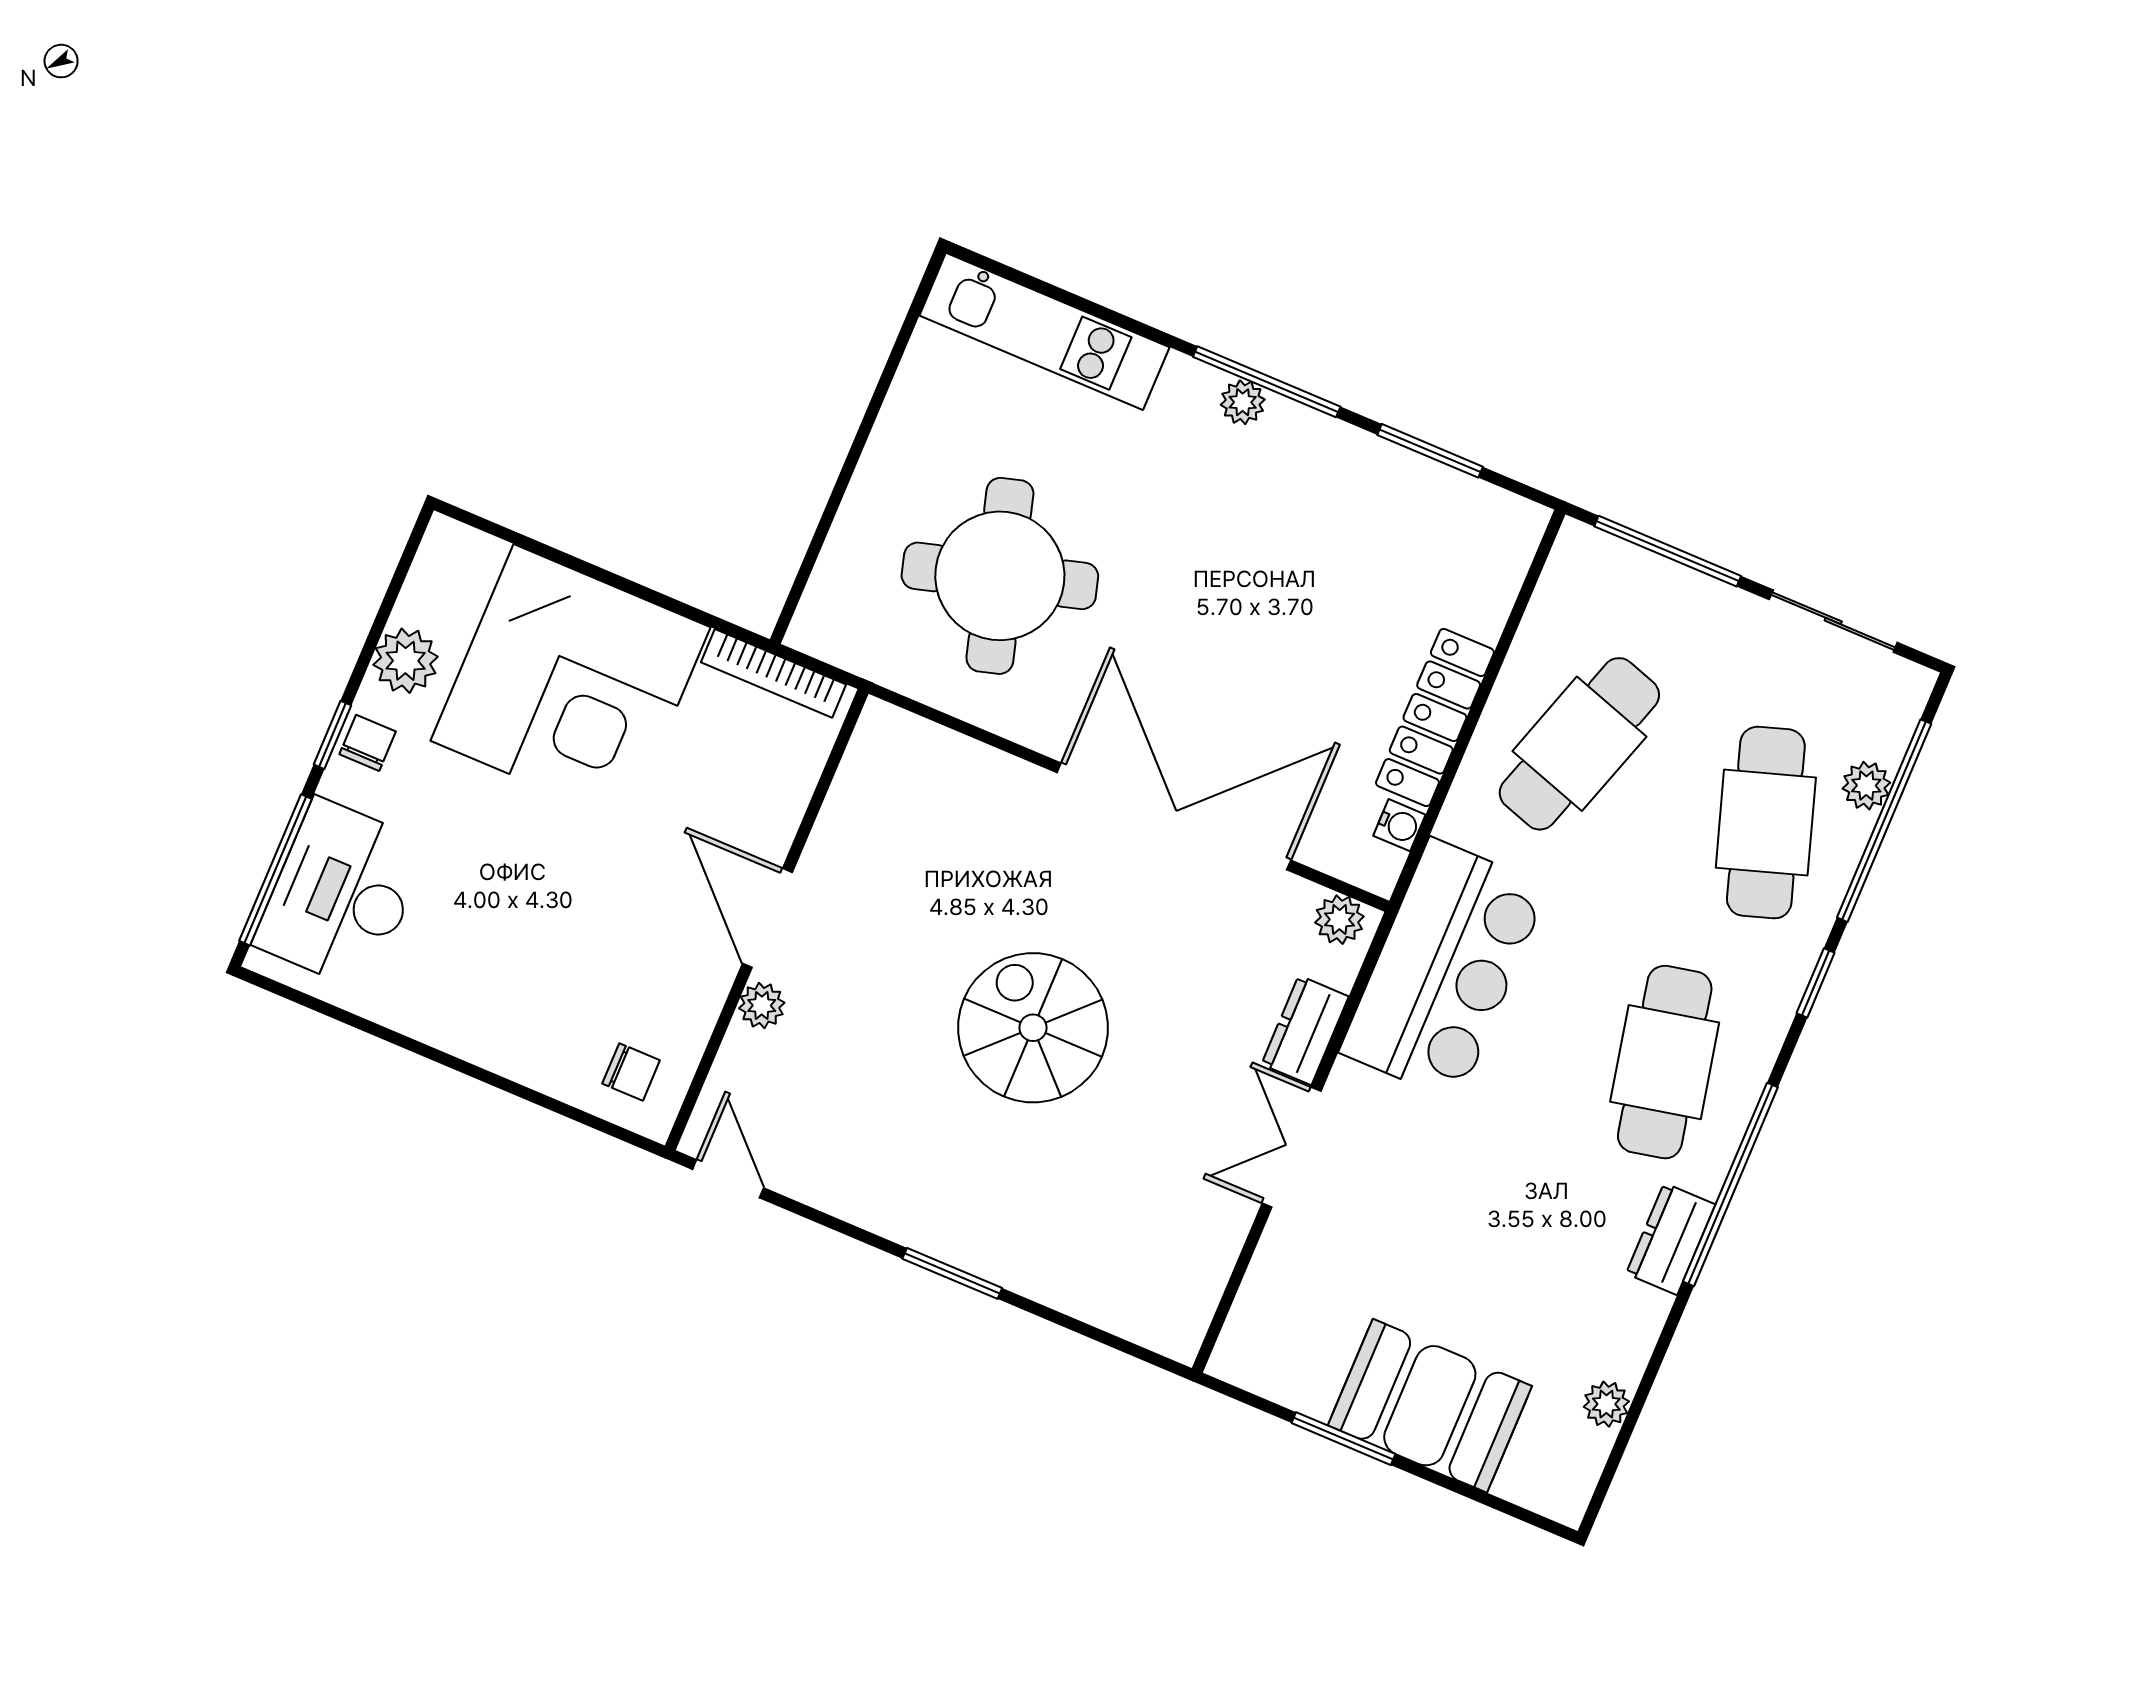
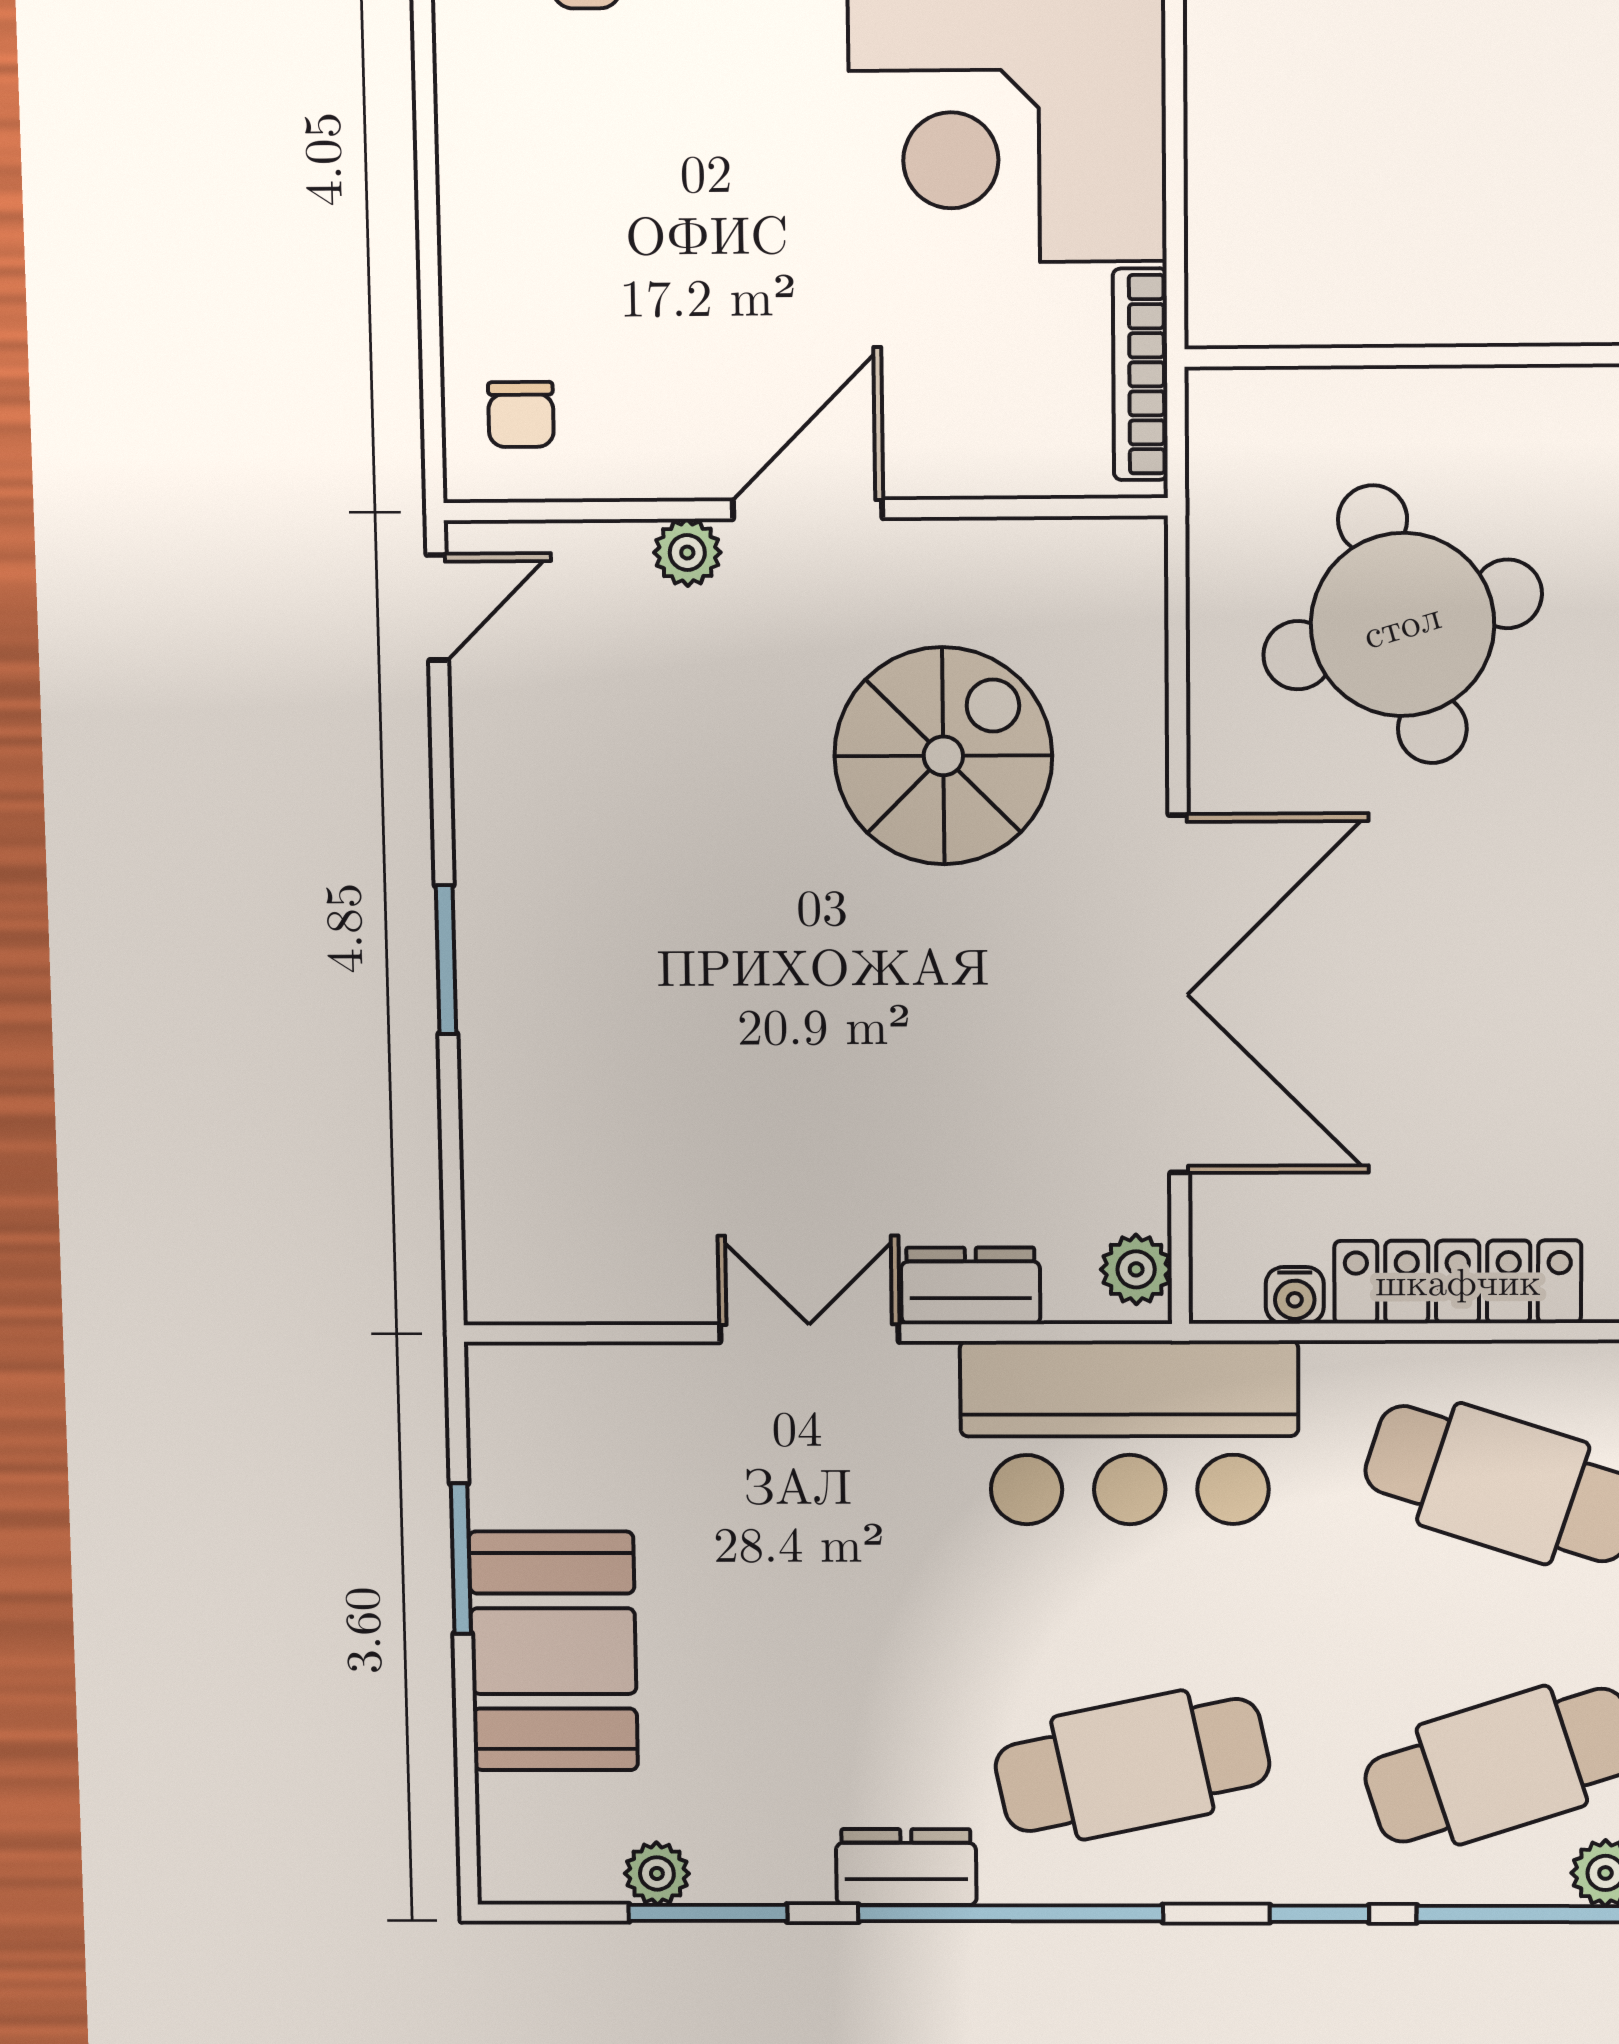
spiral stairs: (1033, 1028) -> (943, 756), moved
window: (1647, 1382) -> (708, 1913), added

